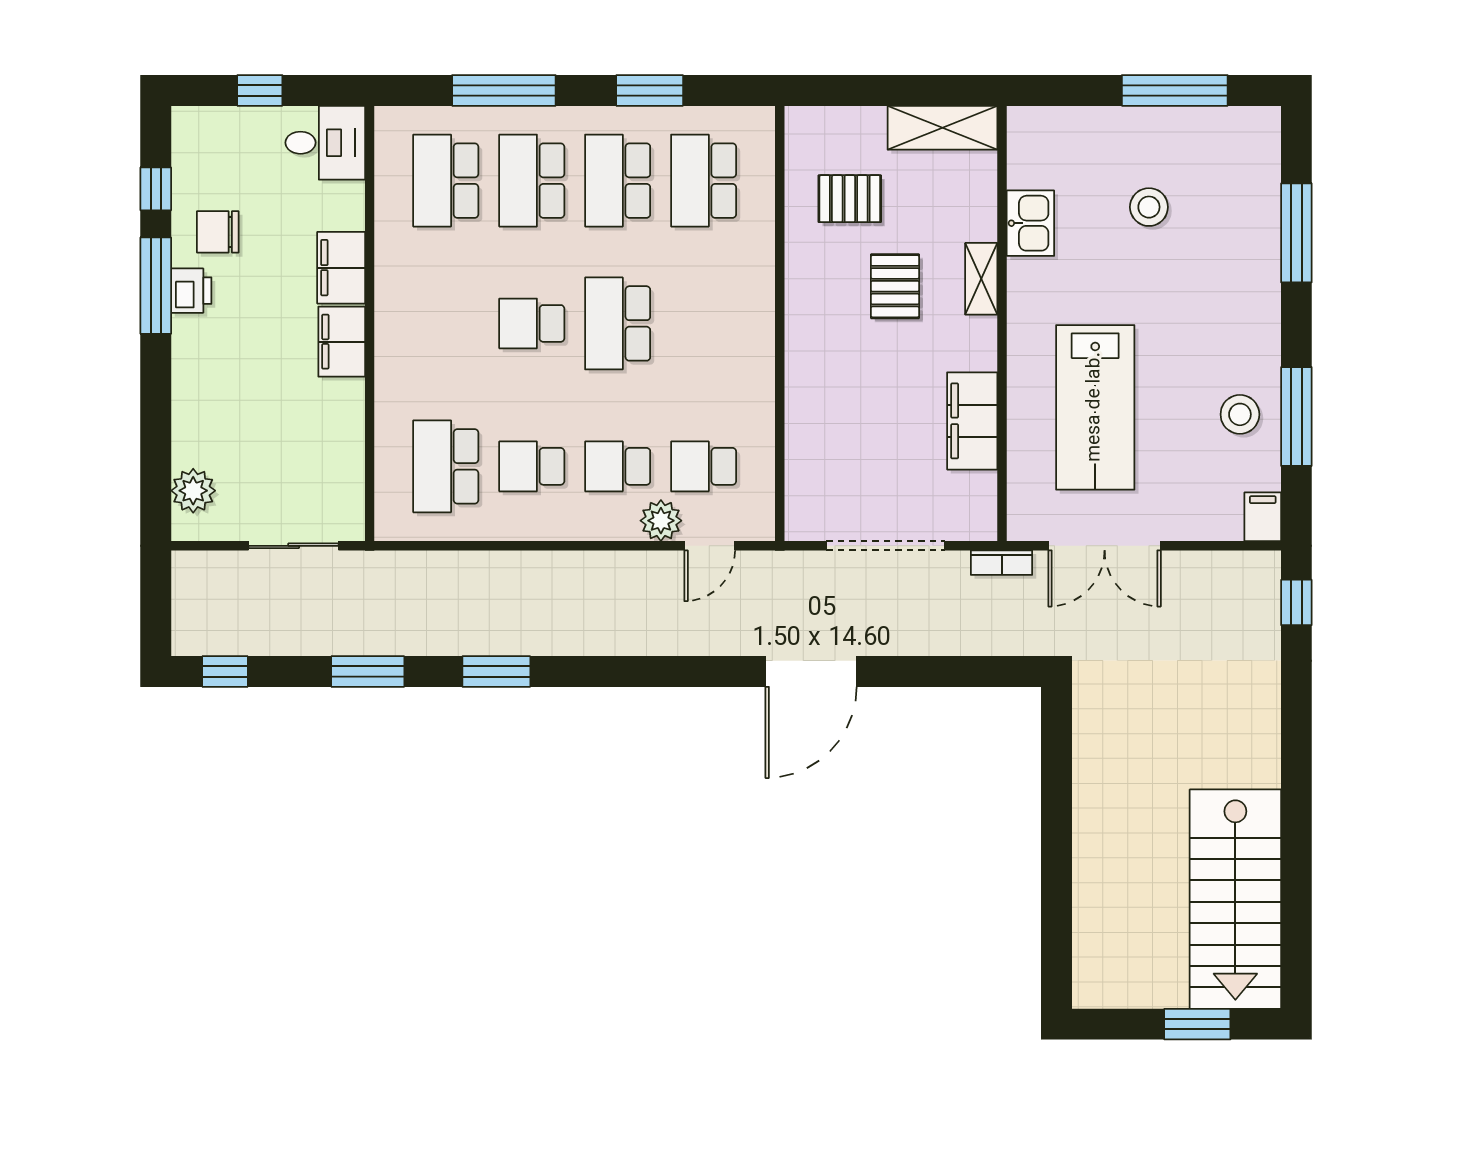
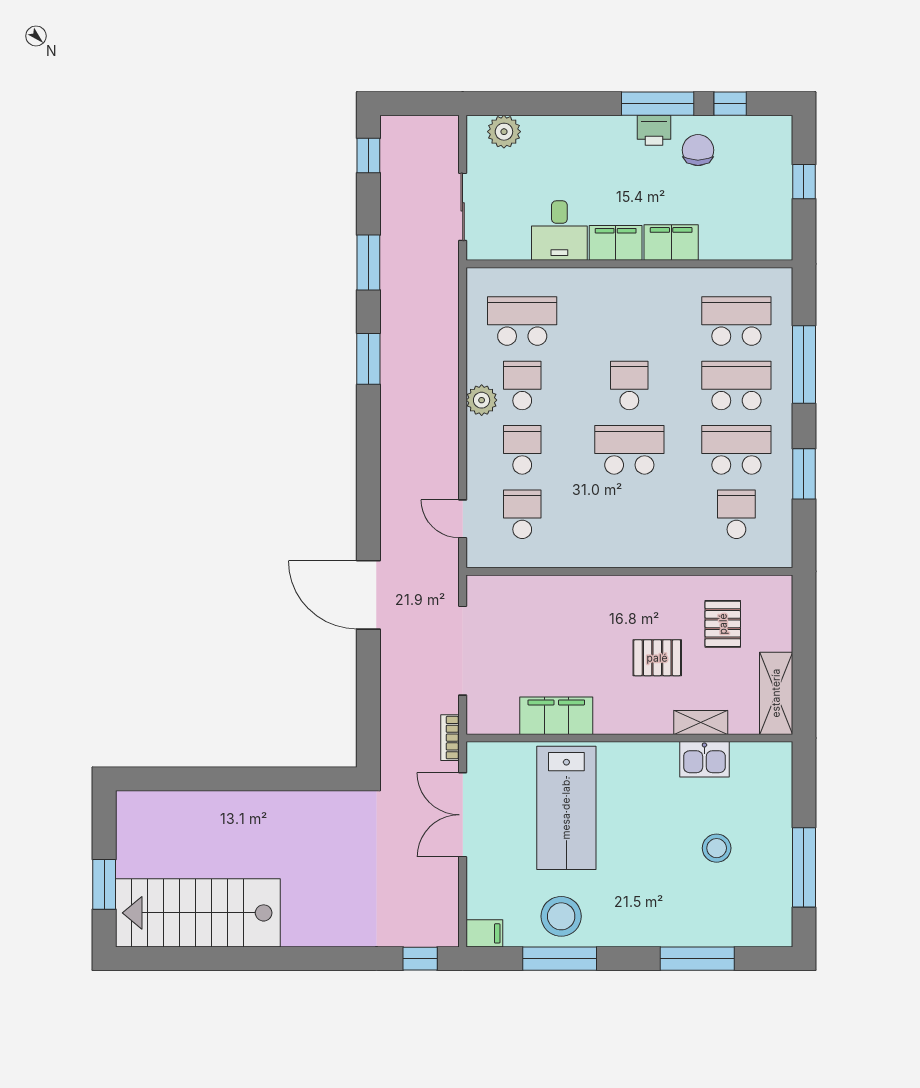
desk: (325, 143) -> (559, 231), moved
school desk: (704, 181) -> (736, 514), width x0.54
shelving: (981, 279) -> (701, 722), moved
lab bench: (1095, 407) -> (566, 808), turned -90
stool: (1240, 414) -> (561, 916), width x1.38, depth x1.38
plant: (661, 521) -> (482, 400), moved

